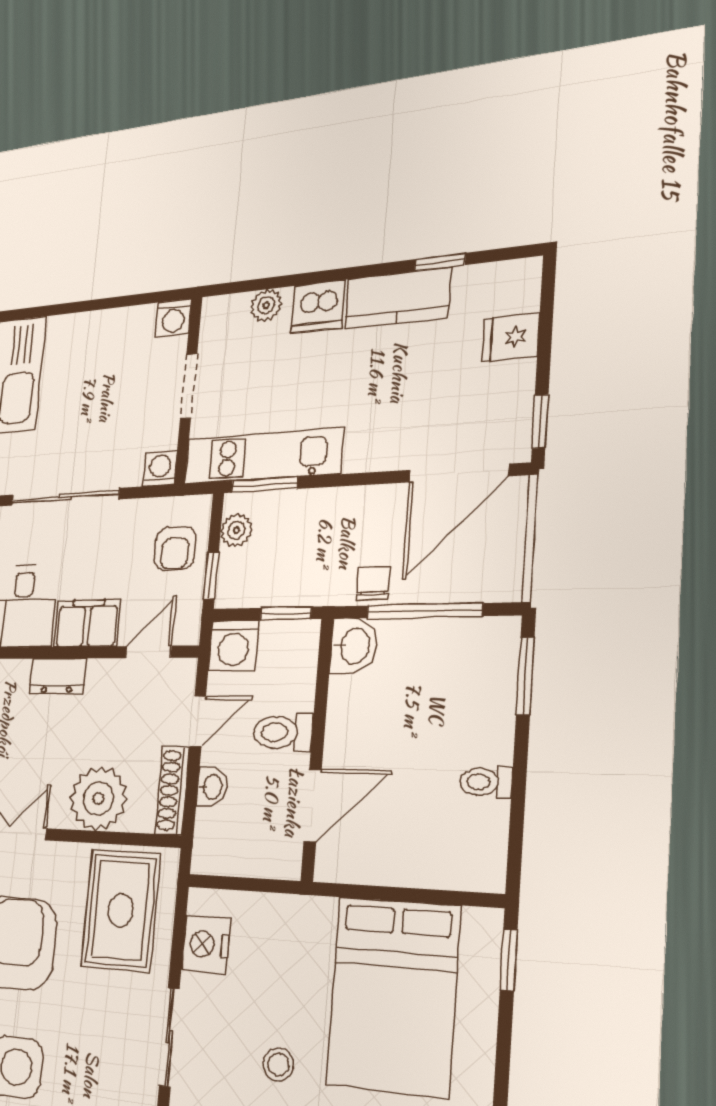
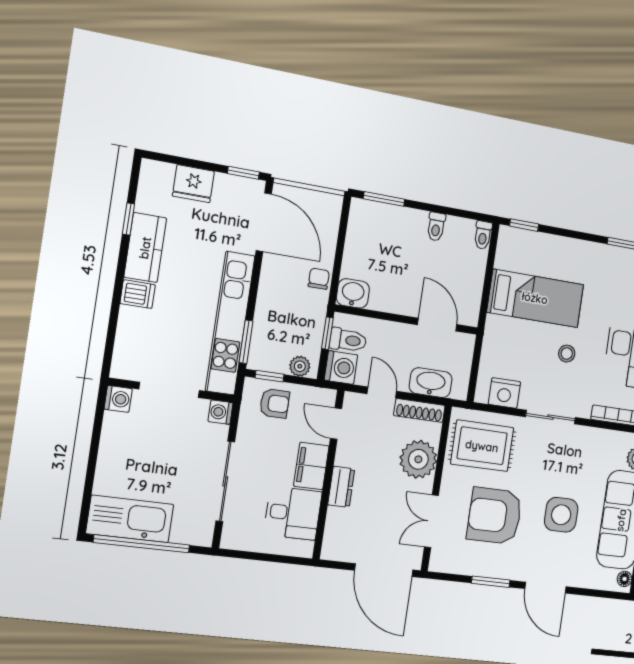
plant: (266, 305) -> (127, 333), removed
dishwasher: (318, 307) -> (138, 294), width x0.73
fridge: (511, 337) -> (193, 184), width x1.38
doorway: (189, 386) -> (169, 390), width x1.38
kitchen unit: (263, 456) -> (230, 323), width x1.36
plant: (236, 530) -> (300, 366), moved
window: (211, 576) -> (270, 376), moved
chair: (373, 583) -> (319, 279), turned 90
window: (424, 611) -> (340, 251), removed
toilet: (283, 732) -> (348, 340), moved, turned -90
washbasin: (212, 787) -> (431, 383), width x1.91, depth x1.45
toilet: (480, 876) -> (483, 235), added
bed: (393, 996) -> (535, 298), width x0.67

